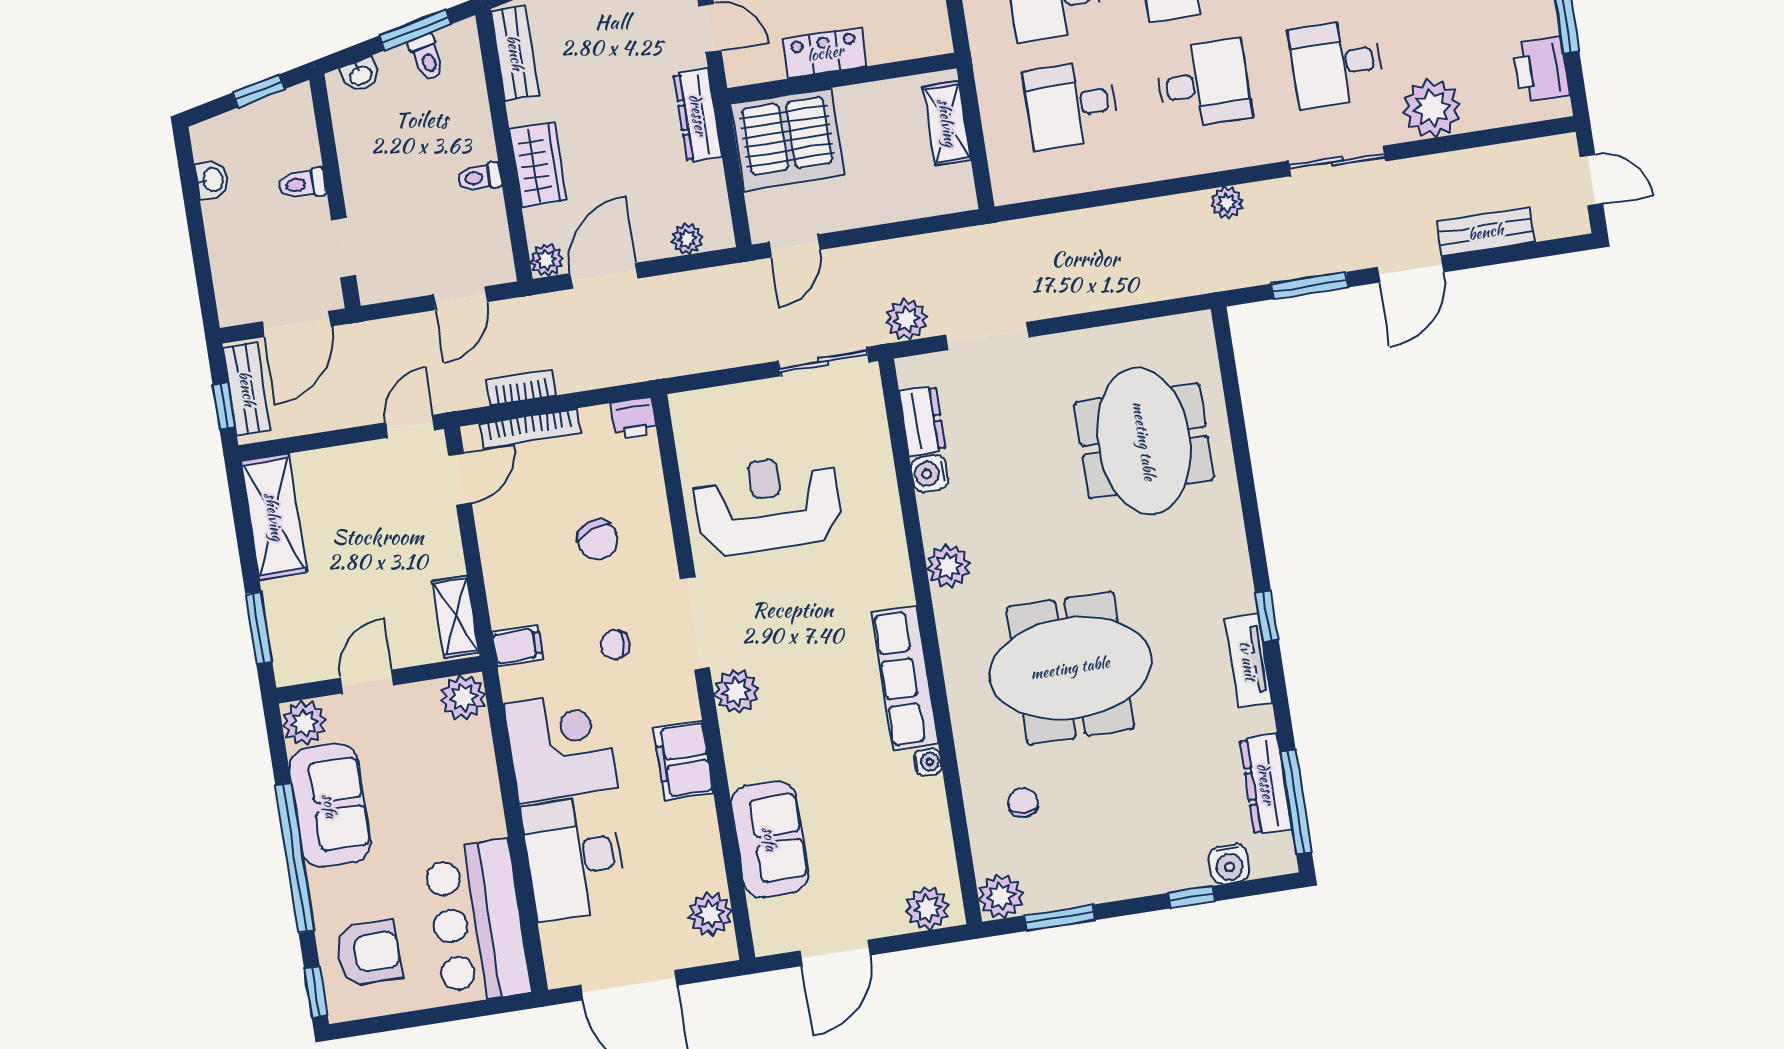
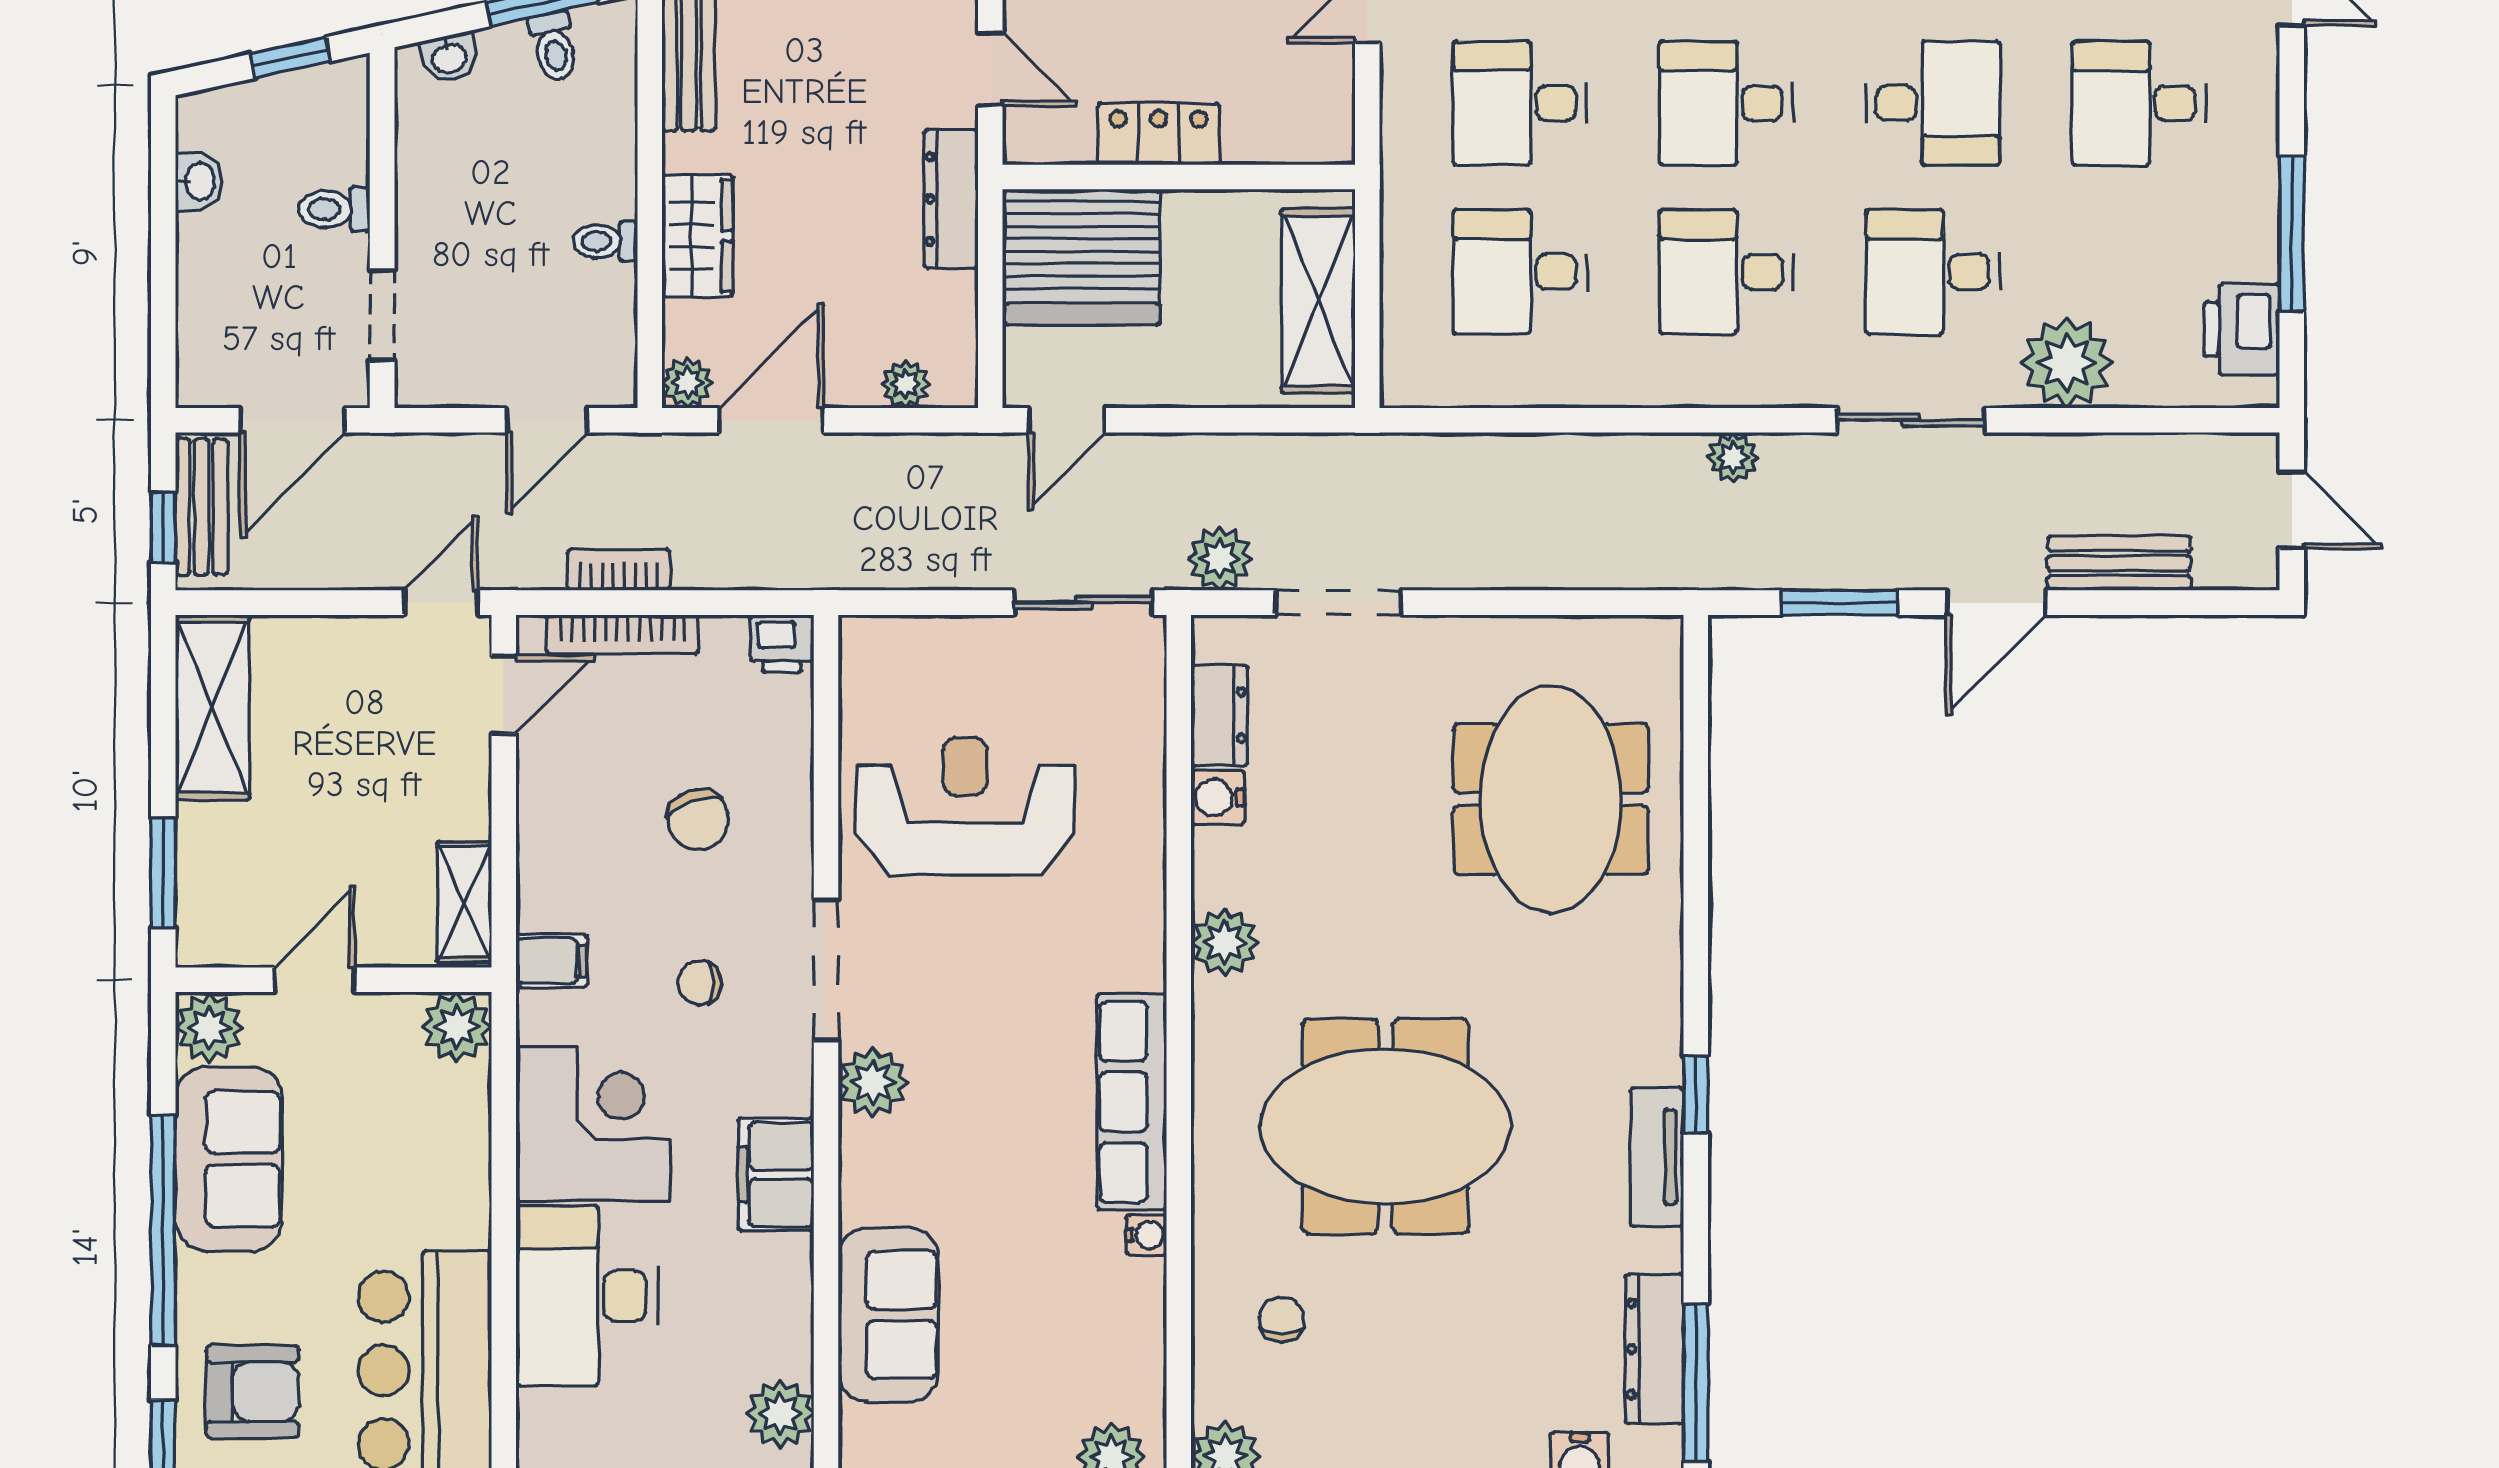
desk: (1204, 84) -> (1726, 272), turned 180
shelving: (947, 123) -> (1318, 301), width x1.50, depth x1.33

